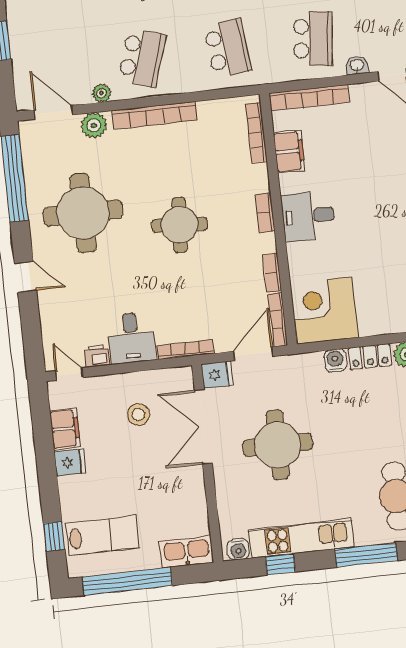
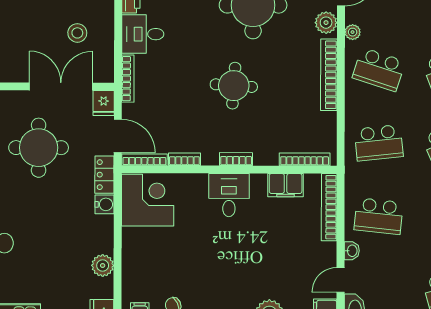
locker: (370, 357) -> (104, 175), moved

